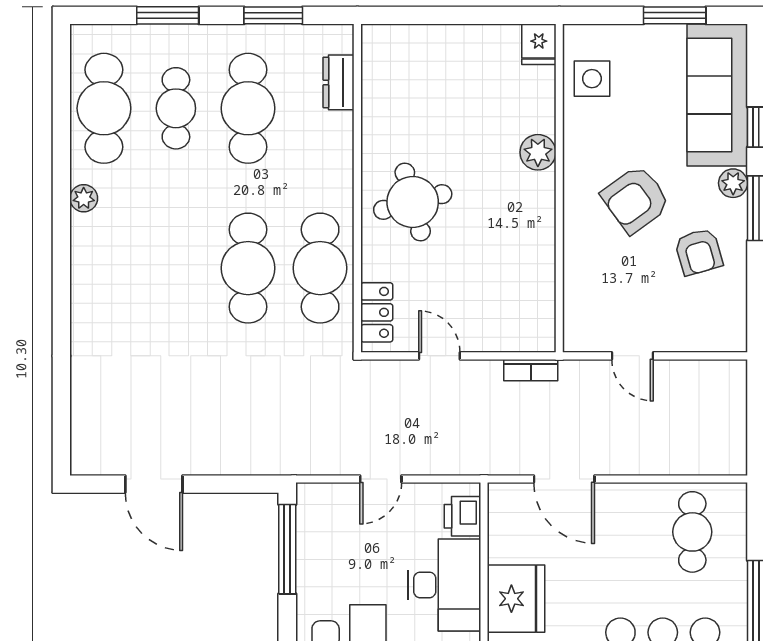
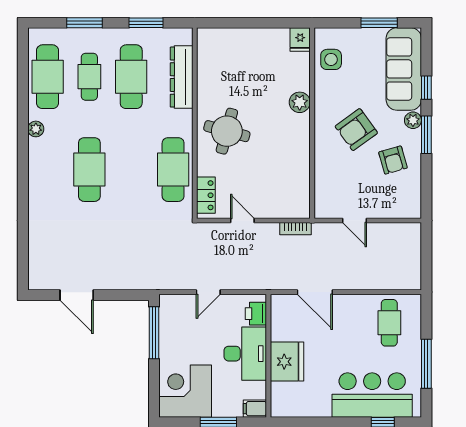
dresser: (338, 82) -> (182, 77), width x1.96, depth x1.24
round table: (413, 202) -> (227, 131), turned 30
cafe table: (248, 268) -> (89, 170), moved

